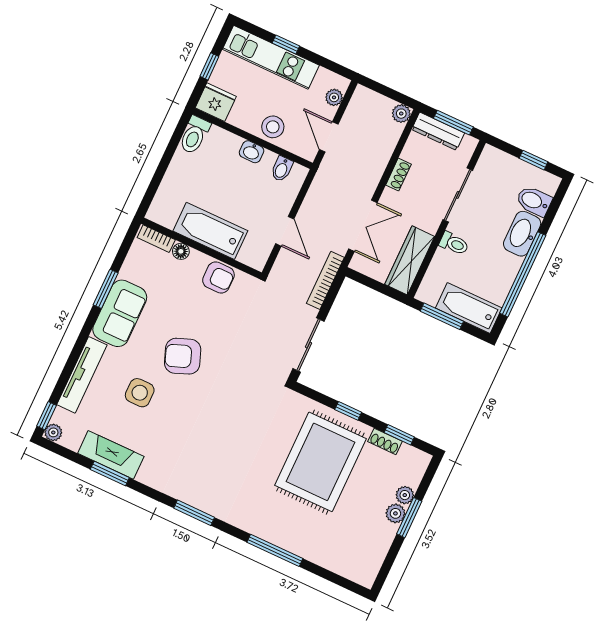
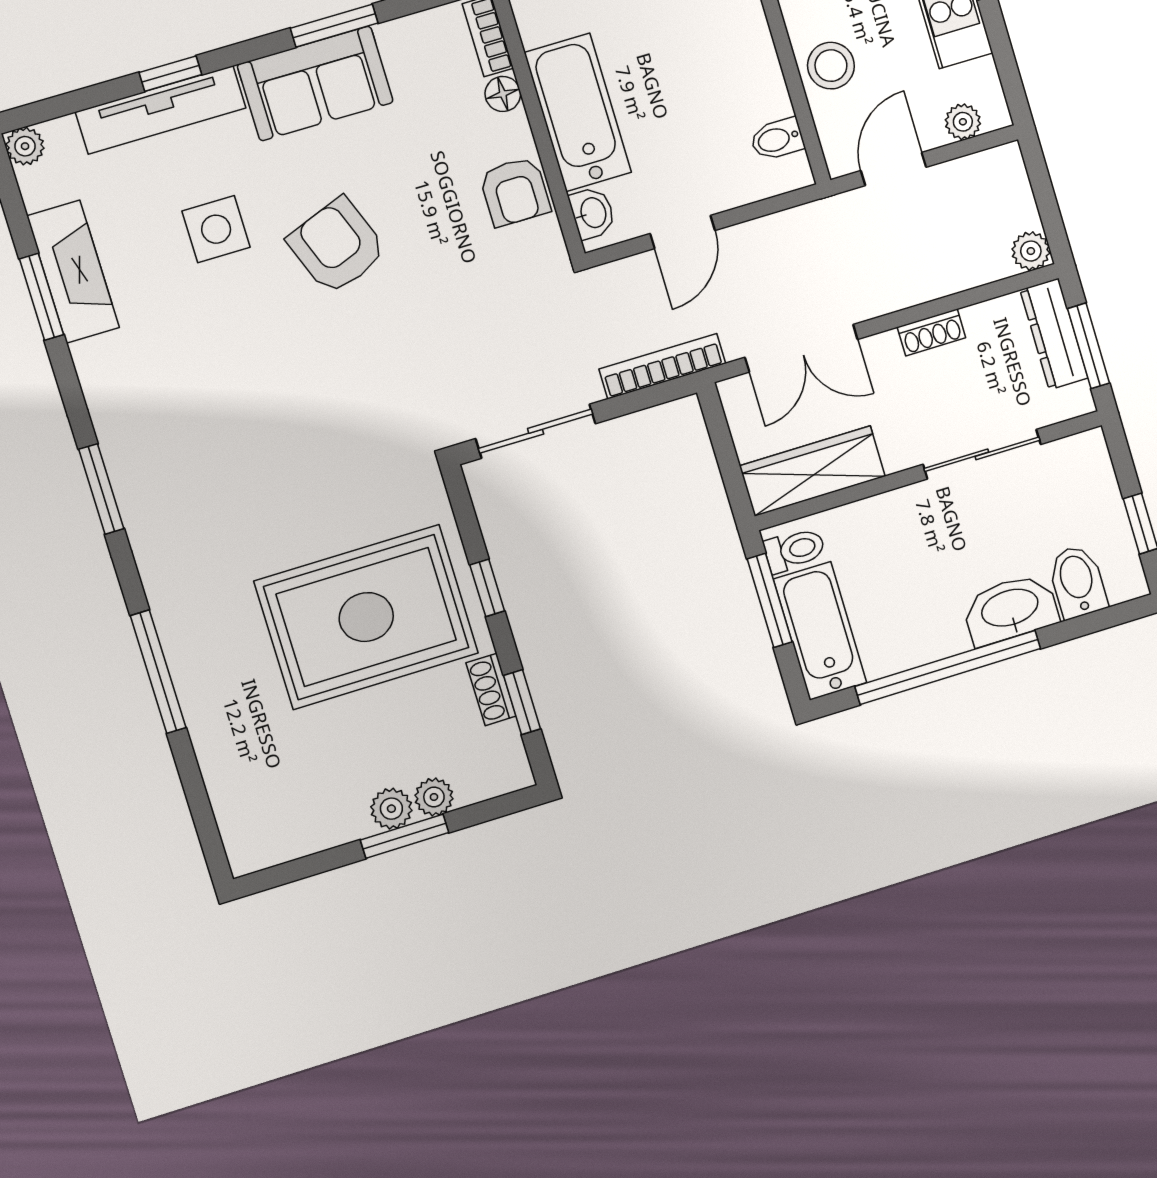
washbasin: (252, 152) -> (592, 213), moved, turned 180
toilet: (454, 244) -> (795, 550), moved, turned -90
window: (46, 416) -> (170, 74), moved

